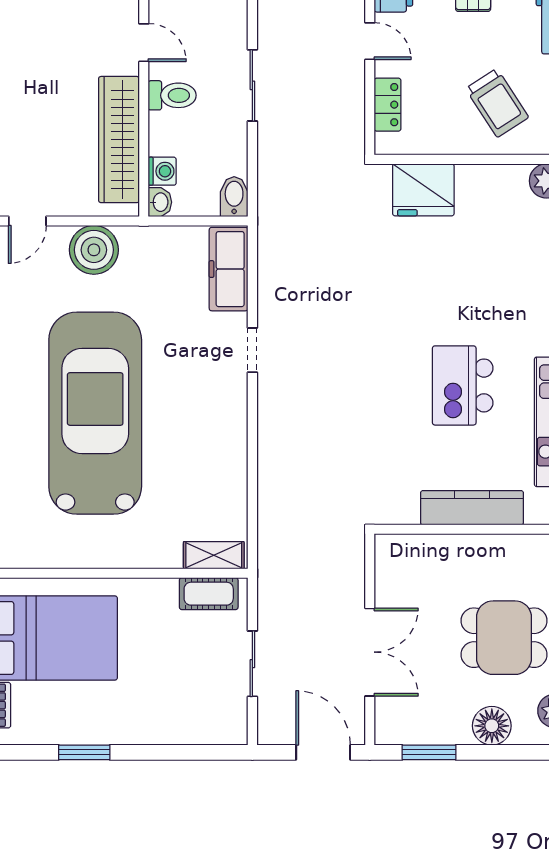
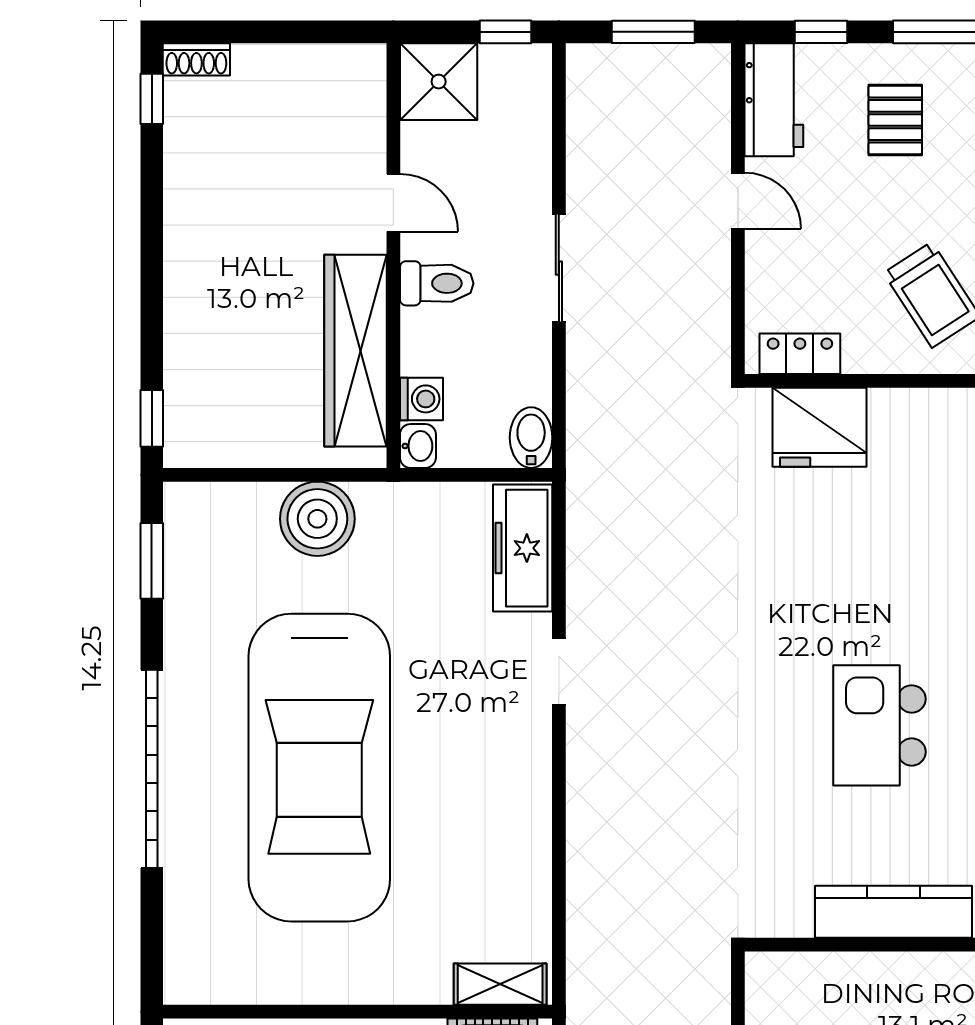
locker: (388, 105) -> (800, 354), moved, turned -90
door: (27, 221) -> (216, 475), removed
car: (95, 413) -> (319, 768), turned 180

